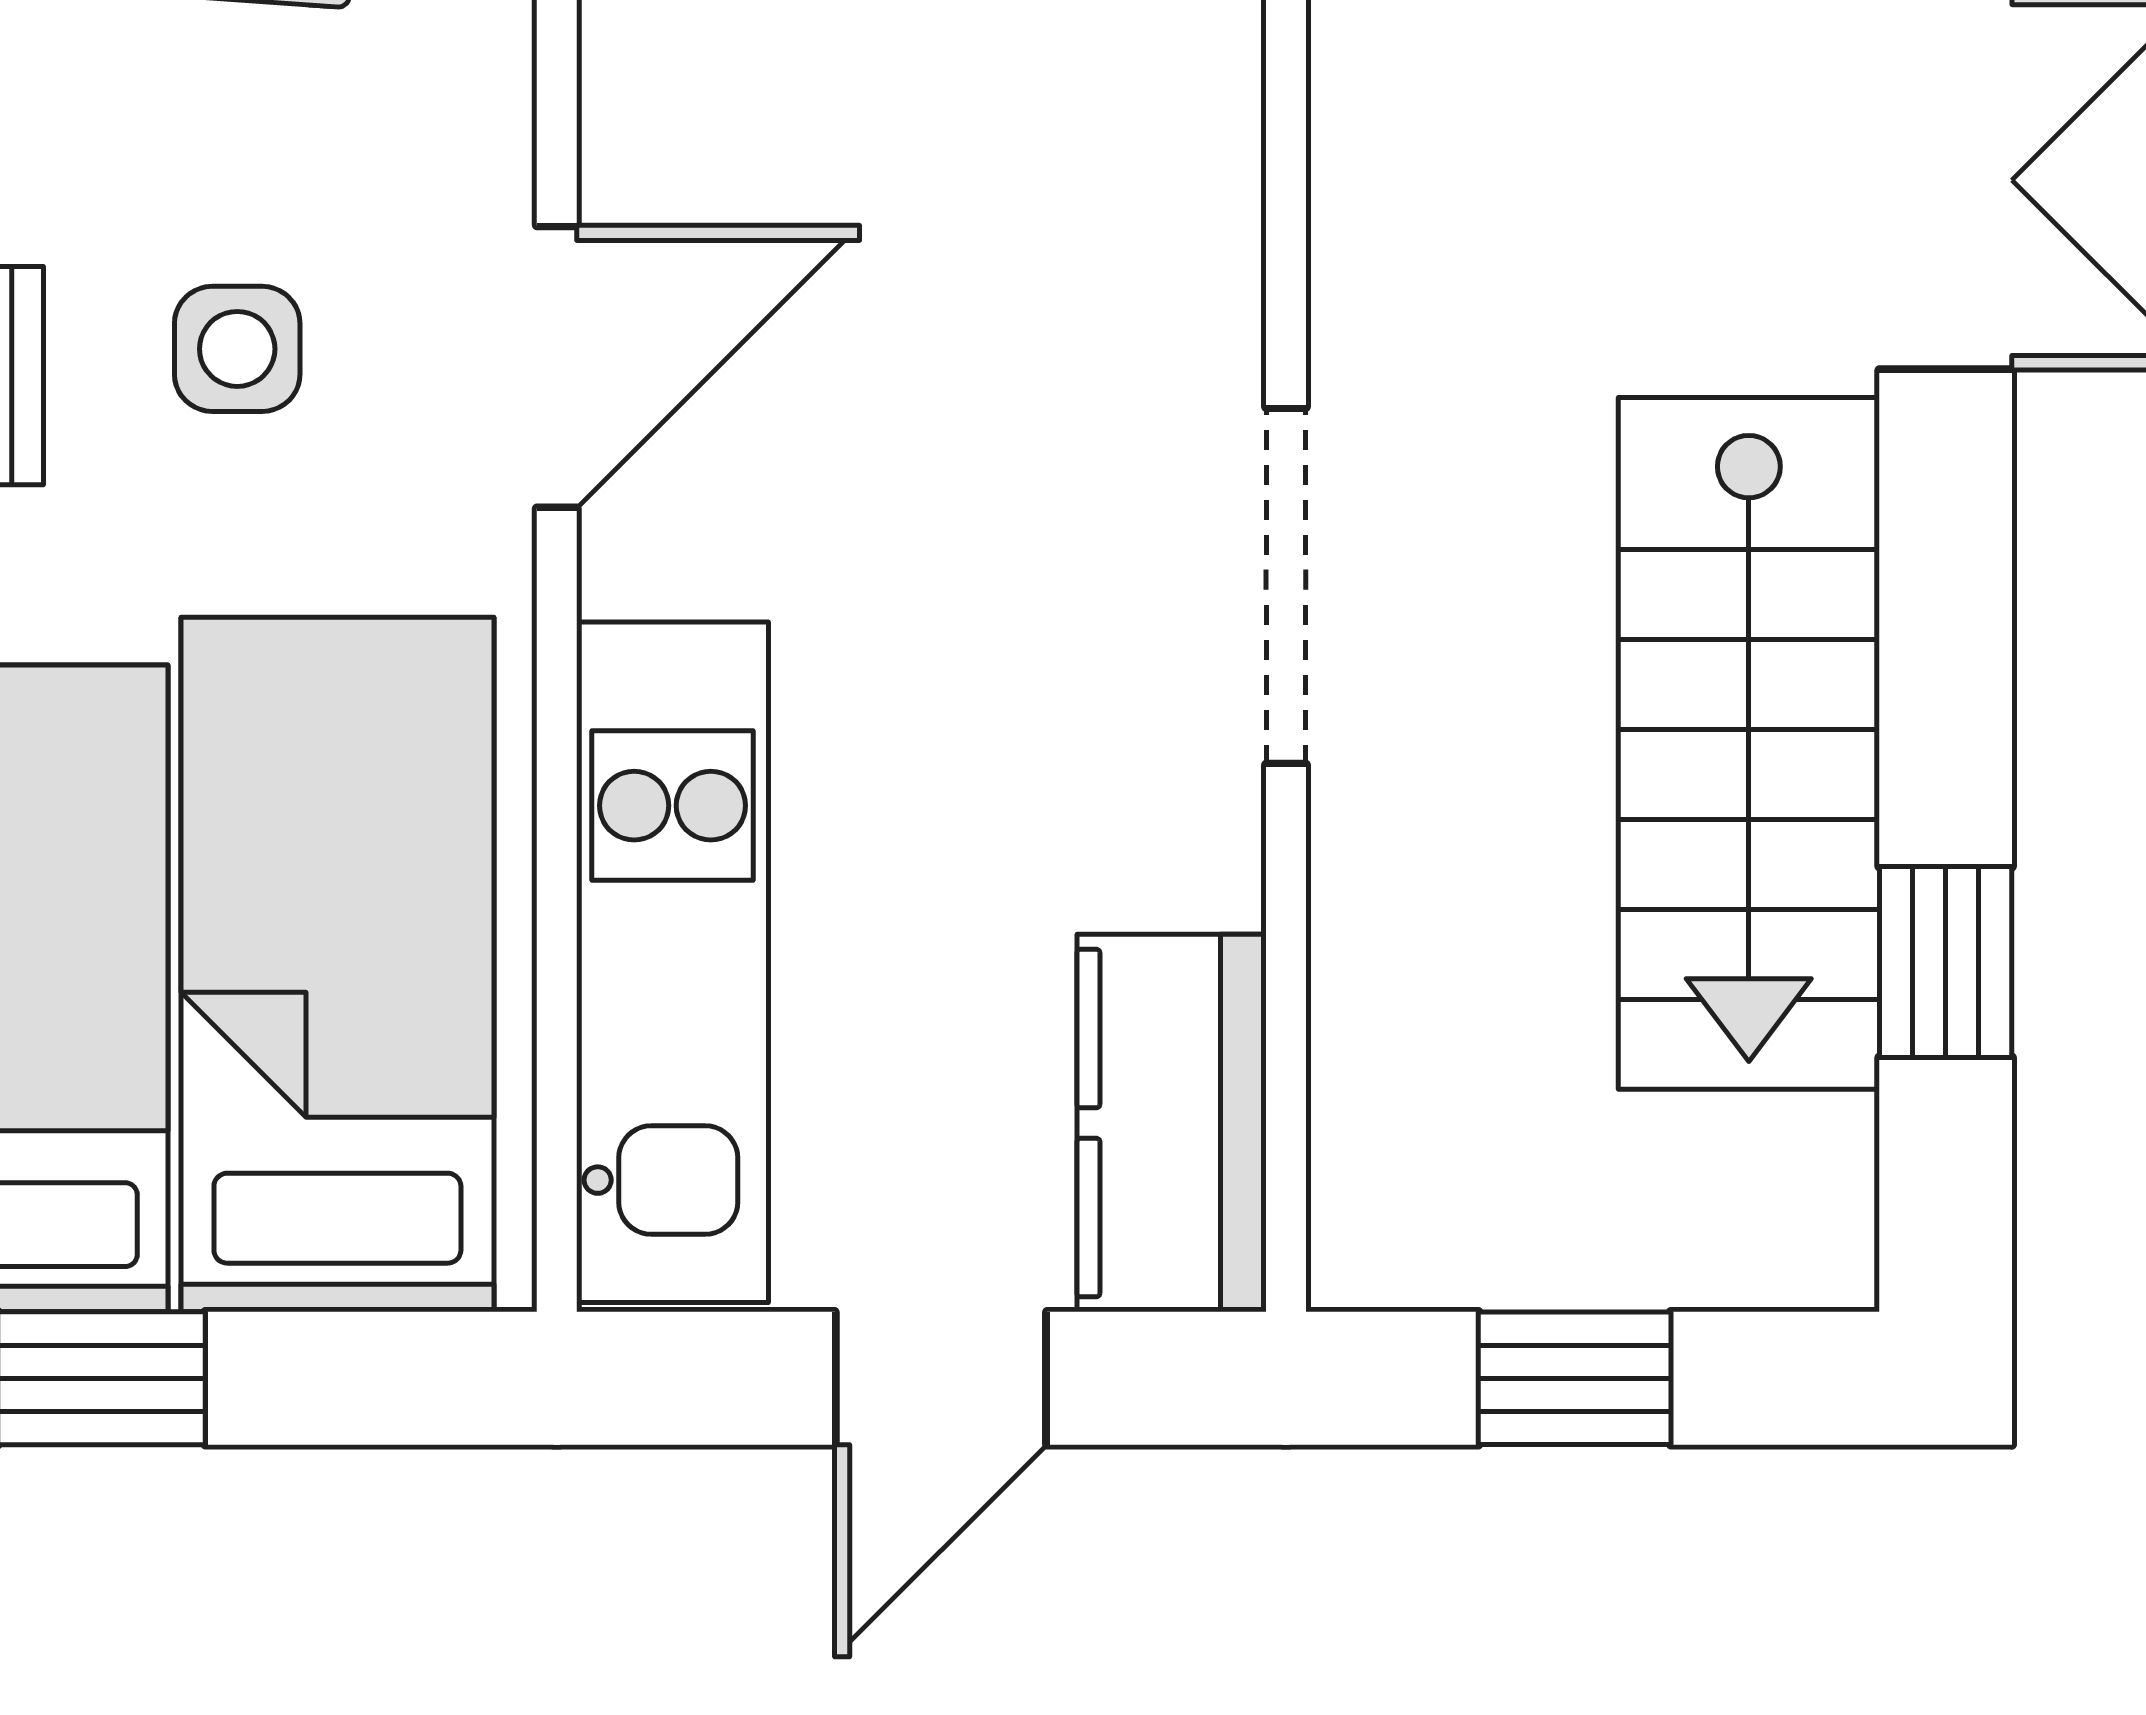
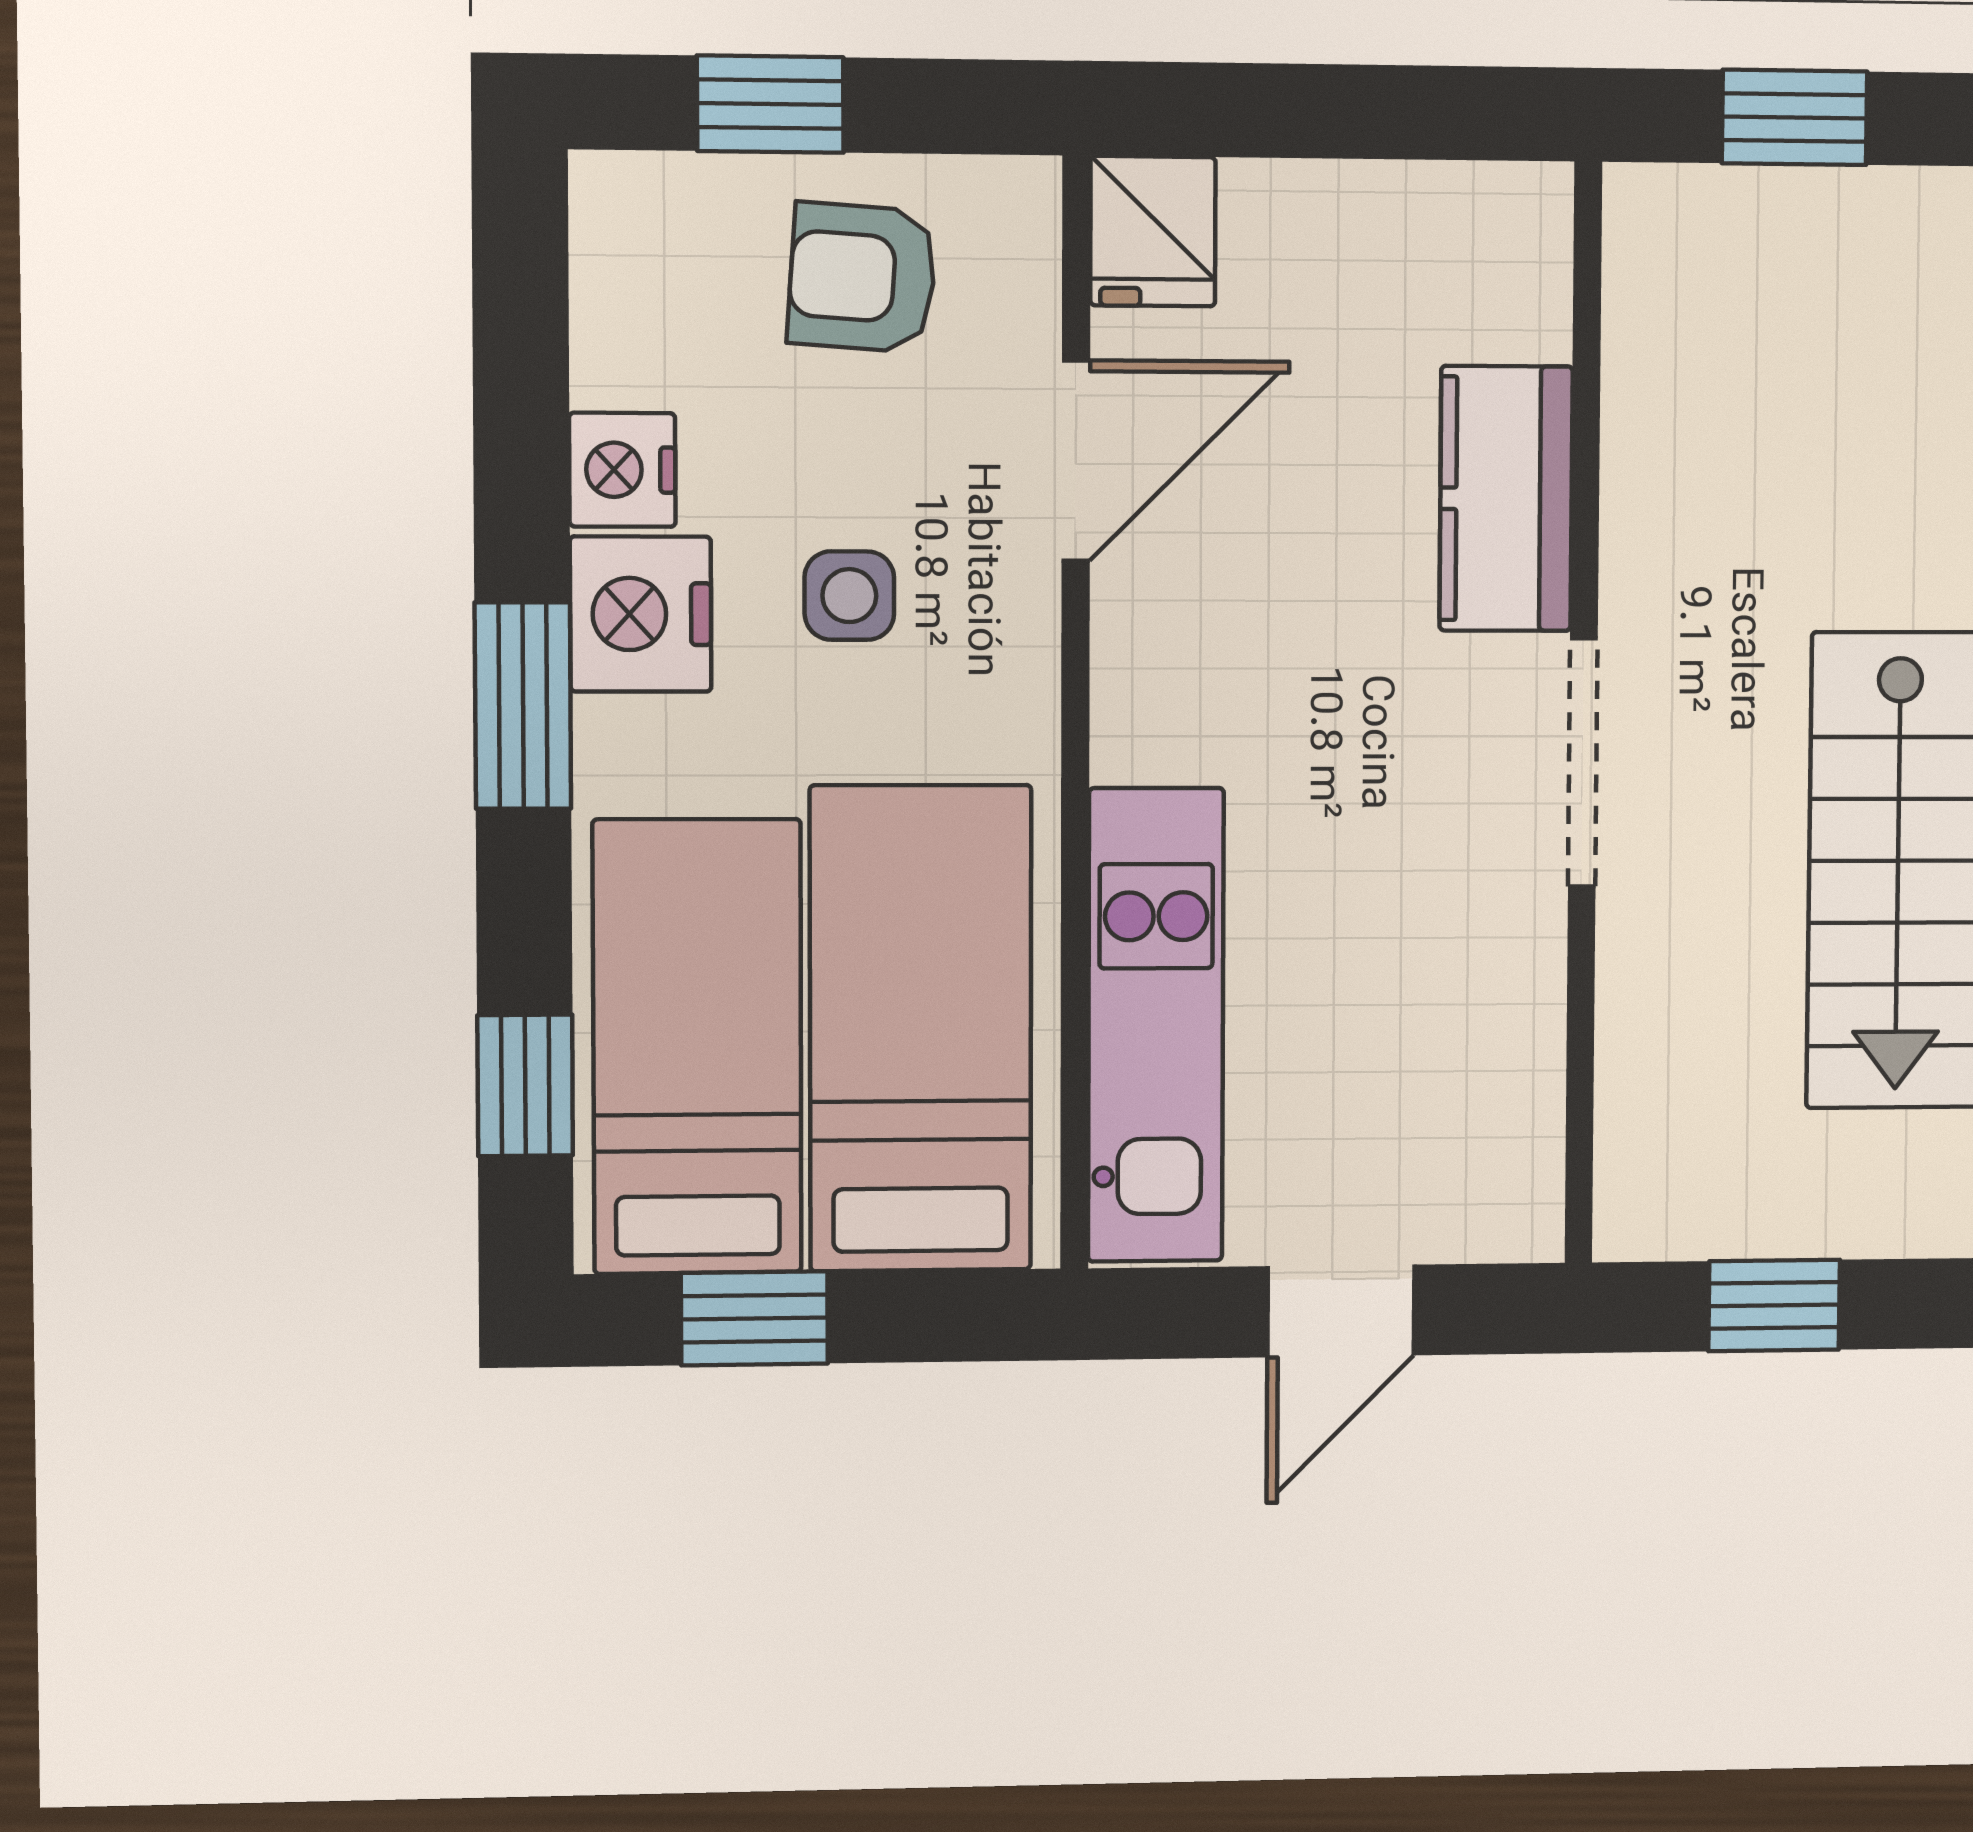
door: (557, 367) -> (1076, 461), moved
kitchen counter: (1172, 1123) -> (1506, 499), moved

